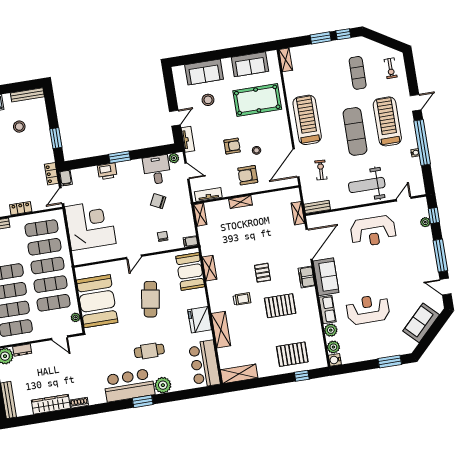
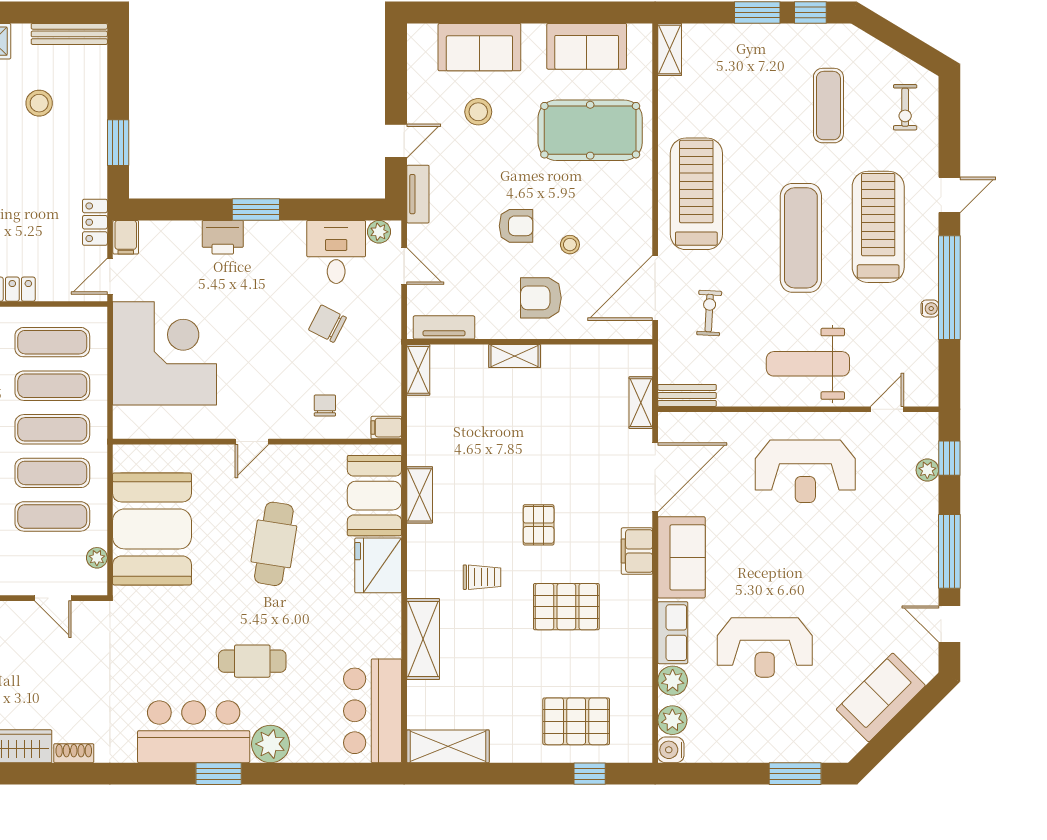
reception desk: (368, 309) -> (765, 647), turned 180
fridge: (200, 320) -> (378, 565), moved

